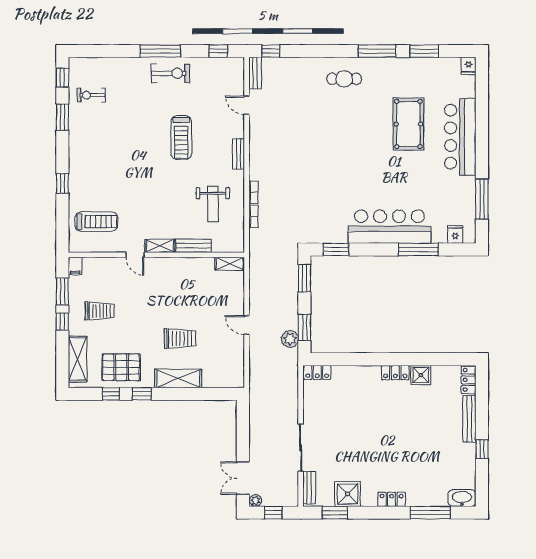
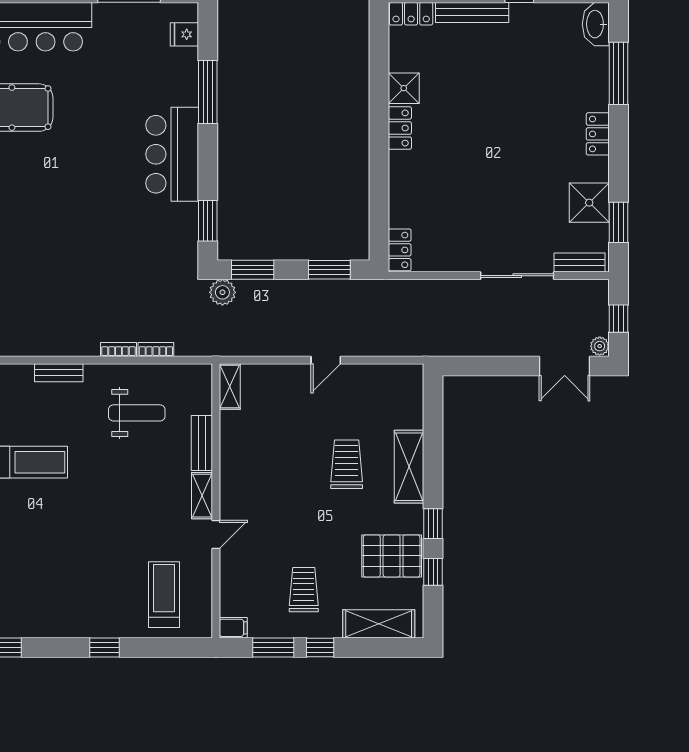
bar counter: (389, 227) -> (172, 154), width x0.73
plant: (290, 339) -> (222, 292), moved
pallet: (121, 367) -> (392, 556), turned 90

